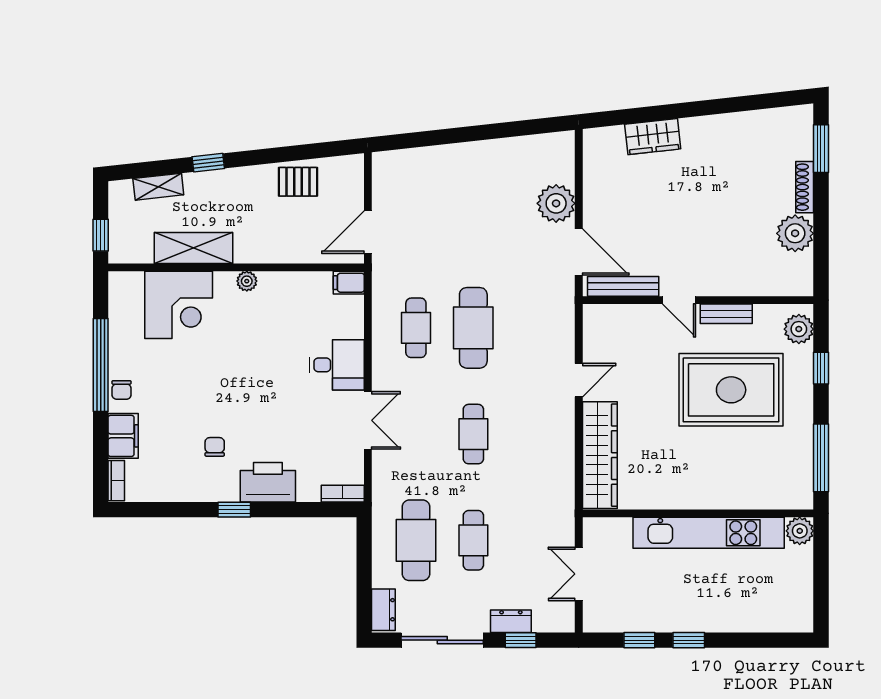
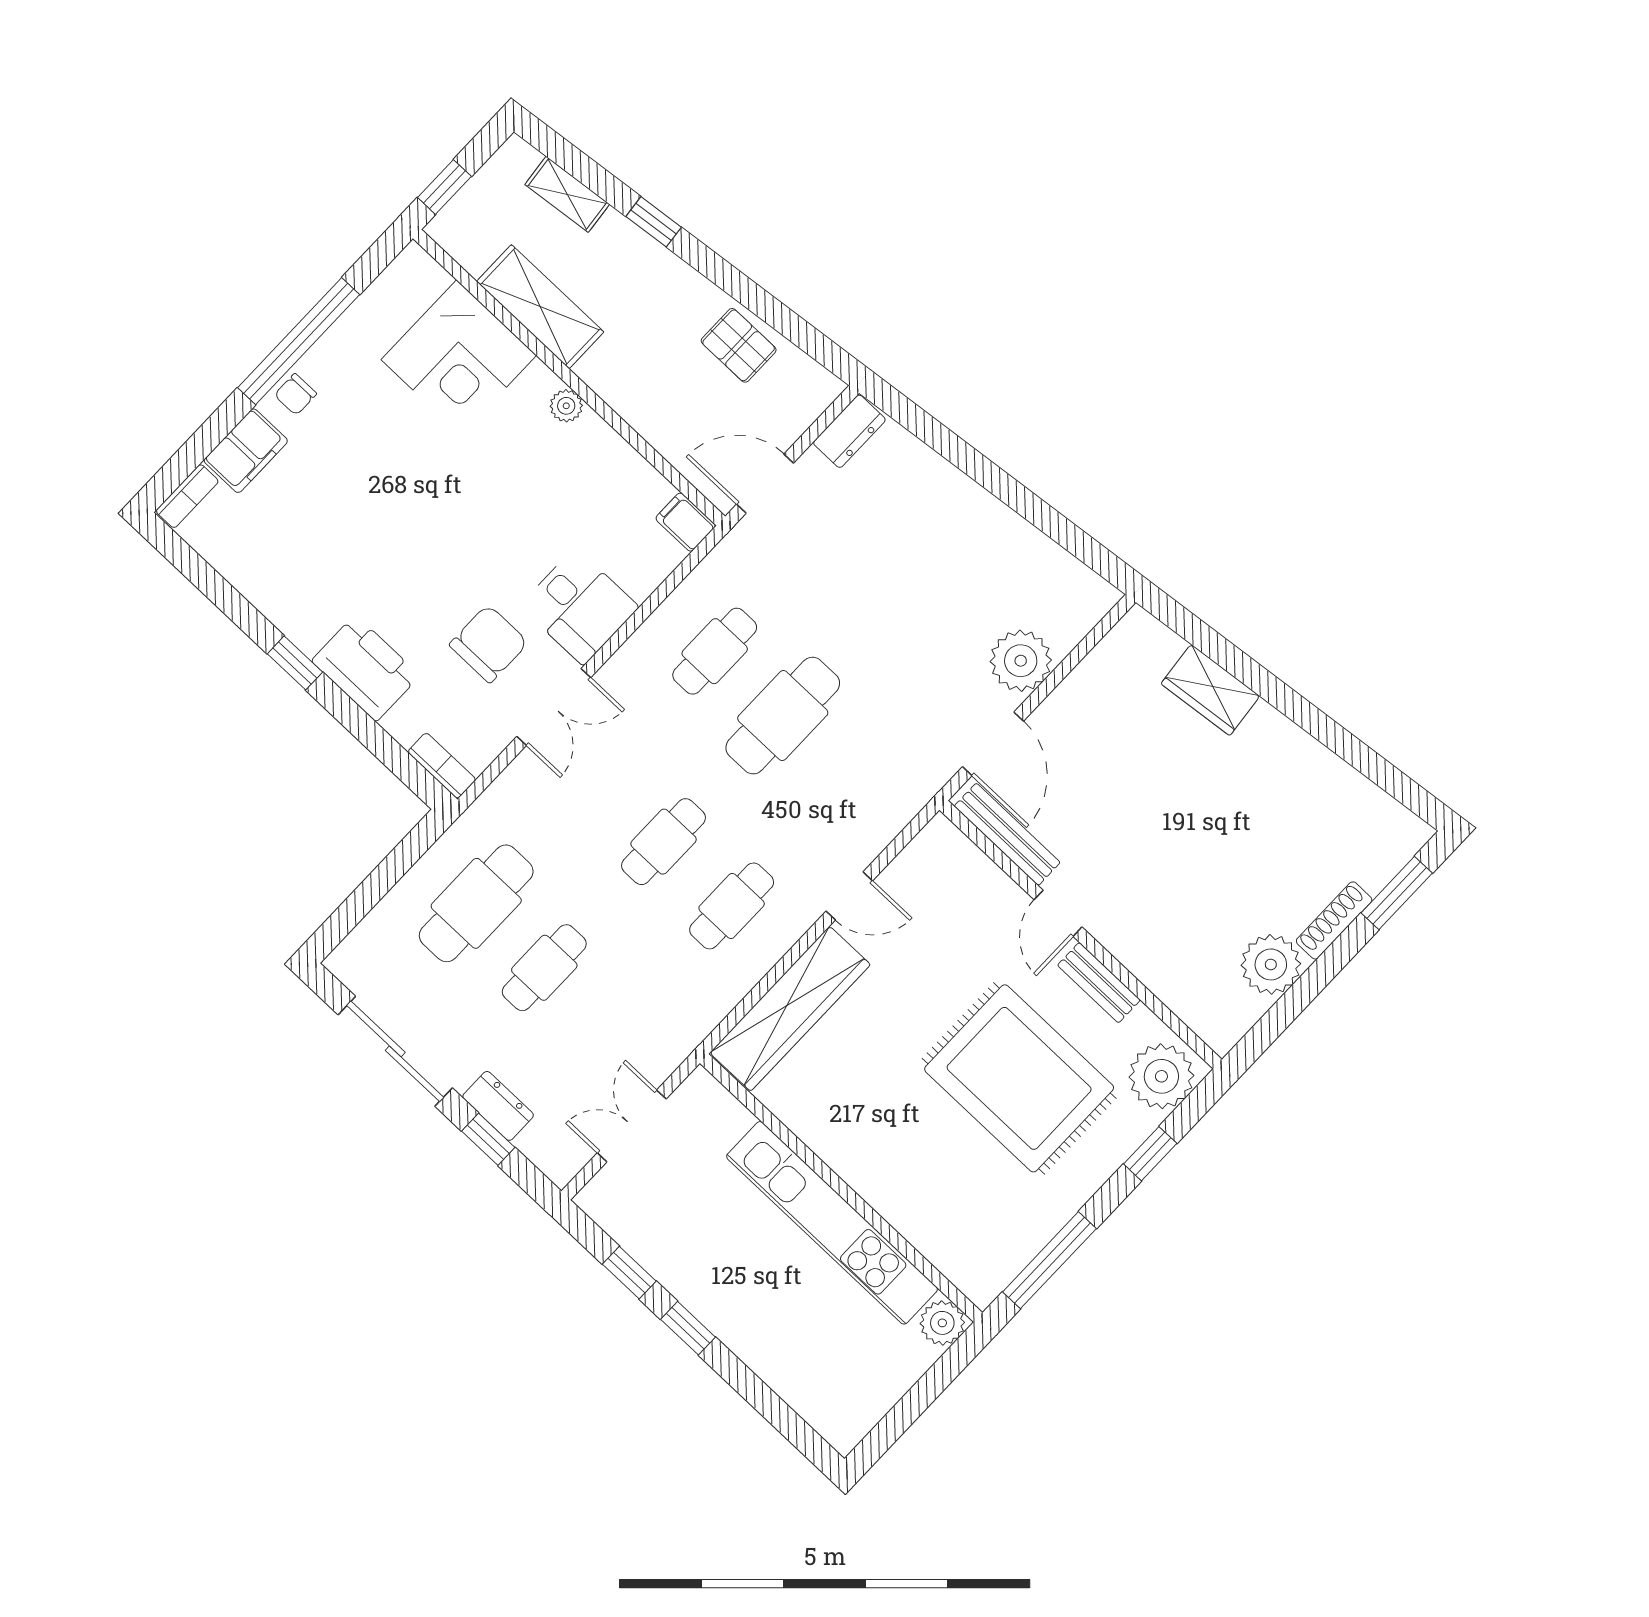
plant: (799, 329) -> (1161, 1076), width x1.36, depth x1.36
cafe table: (531, 434) -> (732, 906), added
chair: (215, 447) -> (489, 644), moved, width x1.87, depth x1.87
dresser: (383, 610) -> (849, 431), moved

